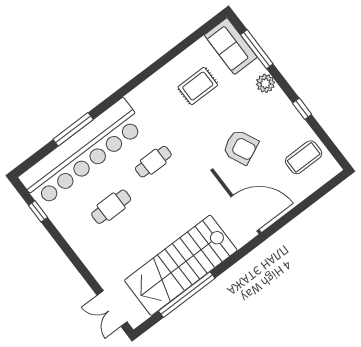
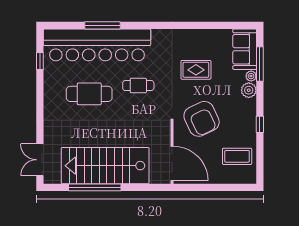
plant: (257, 68) -> (251, 76), added
rug: (198, 86) -> (196, 70), moved
armchair: (241, 147) -> (202, 119), width x1.36, depth x1.36
cafe table: (111, 207) -> (89, 94), width x1.37, depth x1.35

